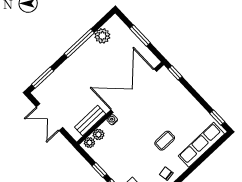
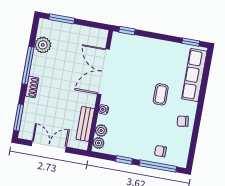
window: (140, 36) -> (62, 19), moved
shoe rack: (70, 62) -> (32, 87), added
double door: (134, 91) -> (103, 72), width x0.73
double door: (49, 117) -> (49, 146), swing flipped

